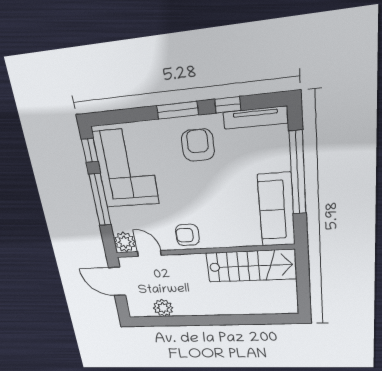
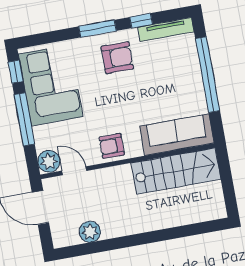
armchair: (198, 145) -> (117, 58), turned 90
sofa: (276, 210) -> (177, 135), moved, turned 90

